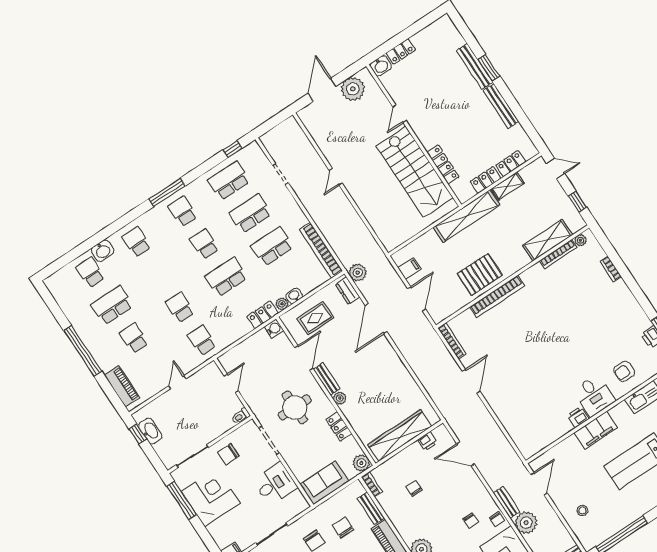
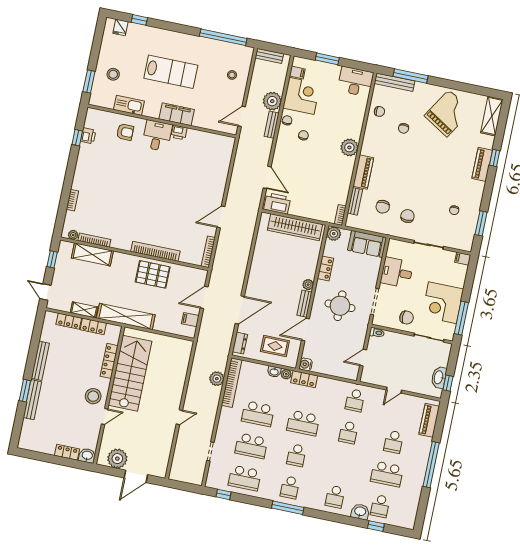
stool: (426, 121) -> (93, 396), added
window: (77, 252) -> (376, 526), added
plant: (358, 273) -> (217, 379), moved
printer: (427, 441) -> (277, 203), width x1.87, depth x1.48
chair: (414, 488) -> (318, 188), removed

